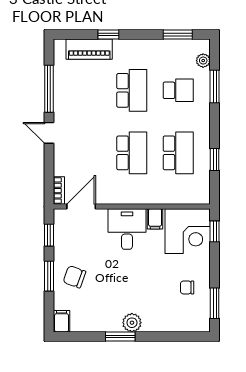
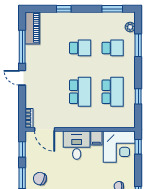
piano: (89, 49) -> (32, 28), moved, turned -90
school desk: (132, 90) -> (80, 48), width x0.54
door: (81, 206) -> (45, 129), swing flipped

